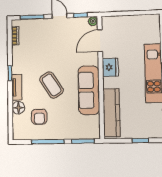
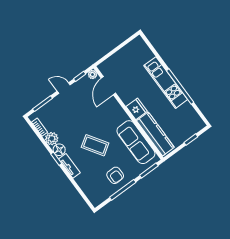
plant: (18, 53) -> (52, 139), added
fridge: (110, 67) -> (137, 109), moved
sofa: (89, 90) -> (136, 142), moved
floor lamp: (18, 108) -> (59, 150), moved
armchair: (39, 117) -> (115, 175), moved

